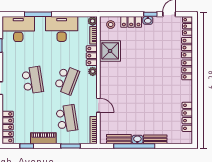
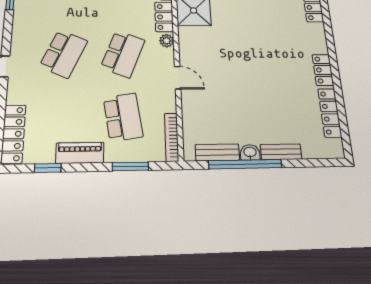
locker: (187, 70) -> (323, 70), moved
school desk: (33, 80) -> (64, 54), turned 33
door: (98, 105) -> (178, 78), moved

